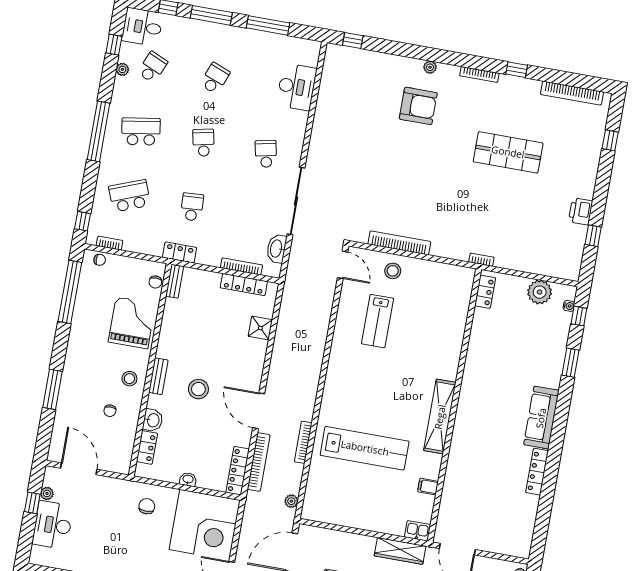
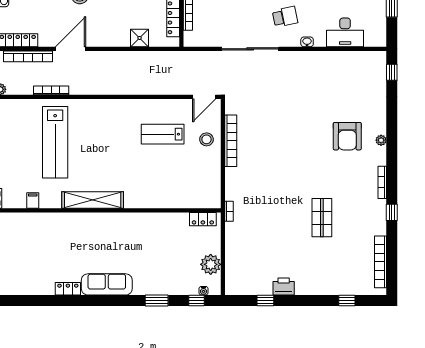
shop shelf: (508, 152) -> (322, 218), width x0.70, depth x0.74
washbasin: (277, 249) -> (307, 42), moved, width x0.52, depth x0.69
locker: (537, 472) -> (68, 289), width x0.66

